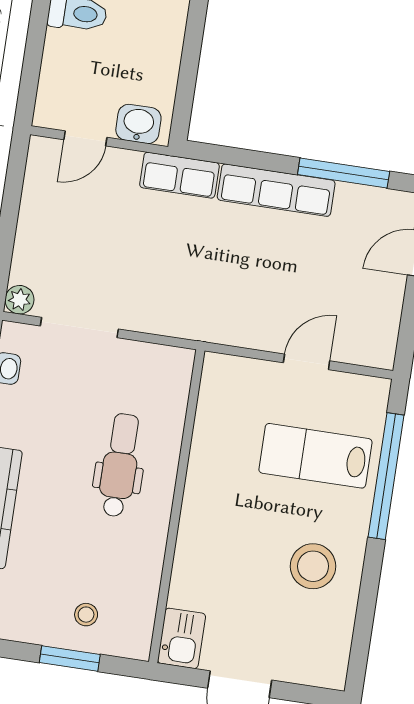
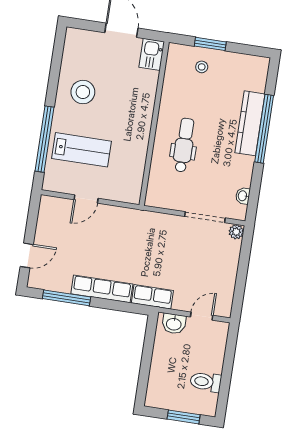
dental chair: (120, 465) -> (184, 145), turned 180

